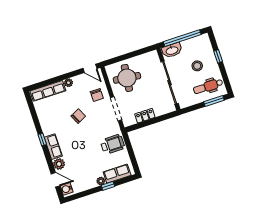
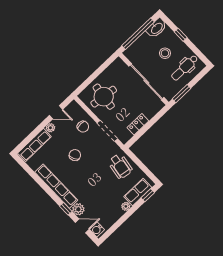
washbasin: (172, 50) -> (157, 28), moved
door: (90, 68) -> (56, 112), moved
window: (214, 101) -> (182, 94), moved
window: (42, 140) -> (66, 209), moved
wheelchair: (113, 144) -> (120, 166), turned 99
row of seats: (53, 147) -> (56, 186), width x2.02
window: (108, 186) -> (148, 195), moved

